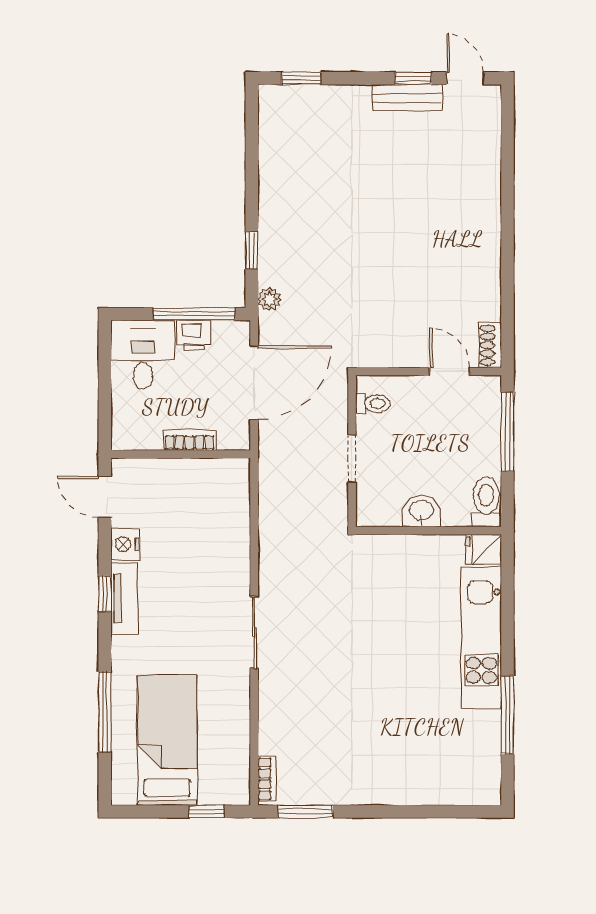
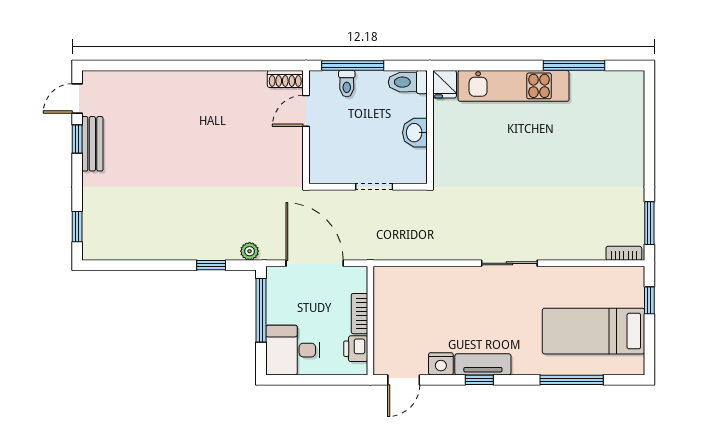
printer: (194, 335) -> (356, 349), moved, turned 180
toilet: (373, 404) -> (347, 84), moved, turned 180

